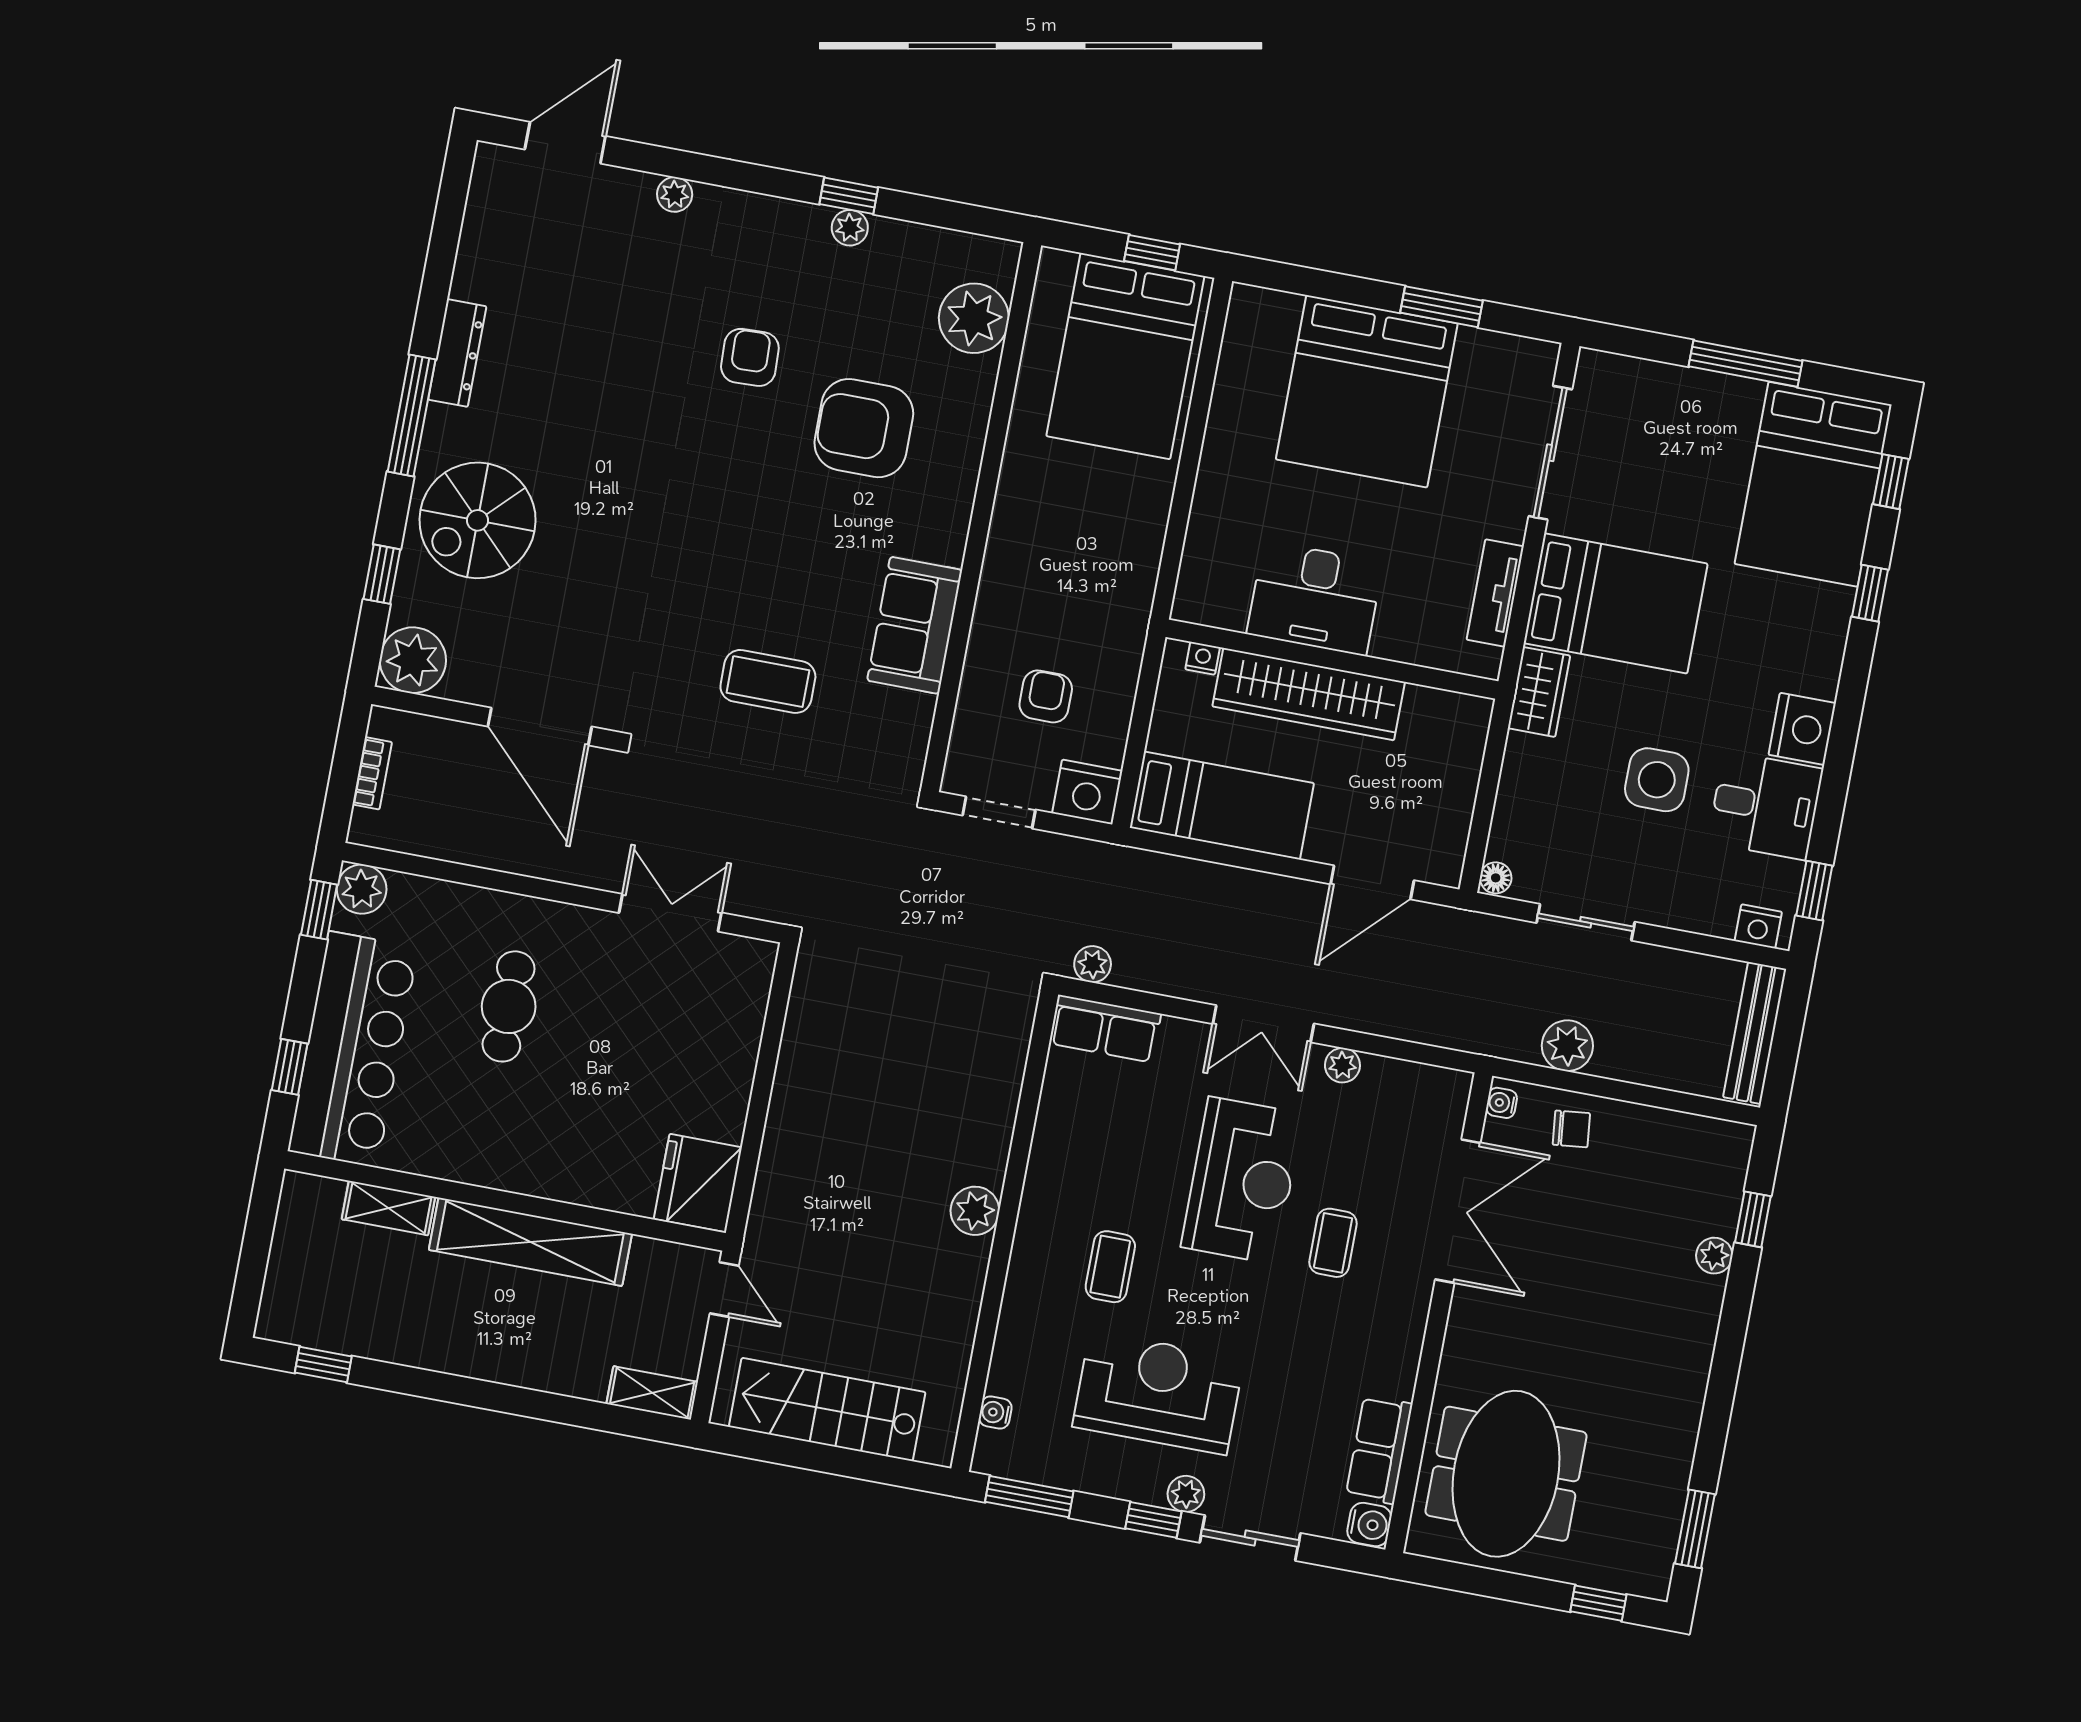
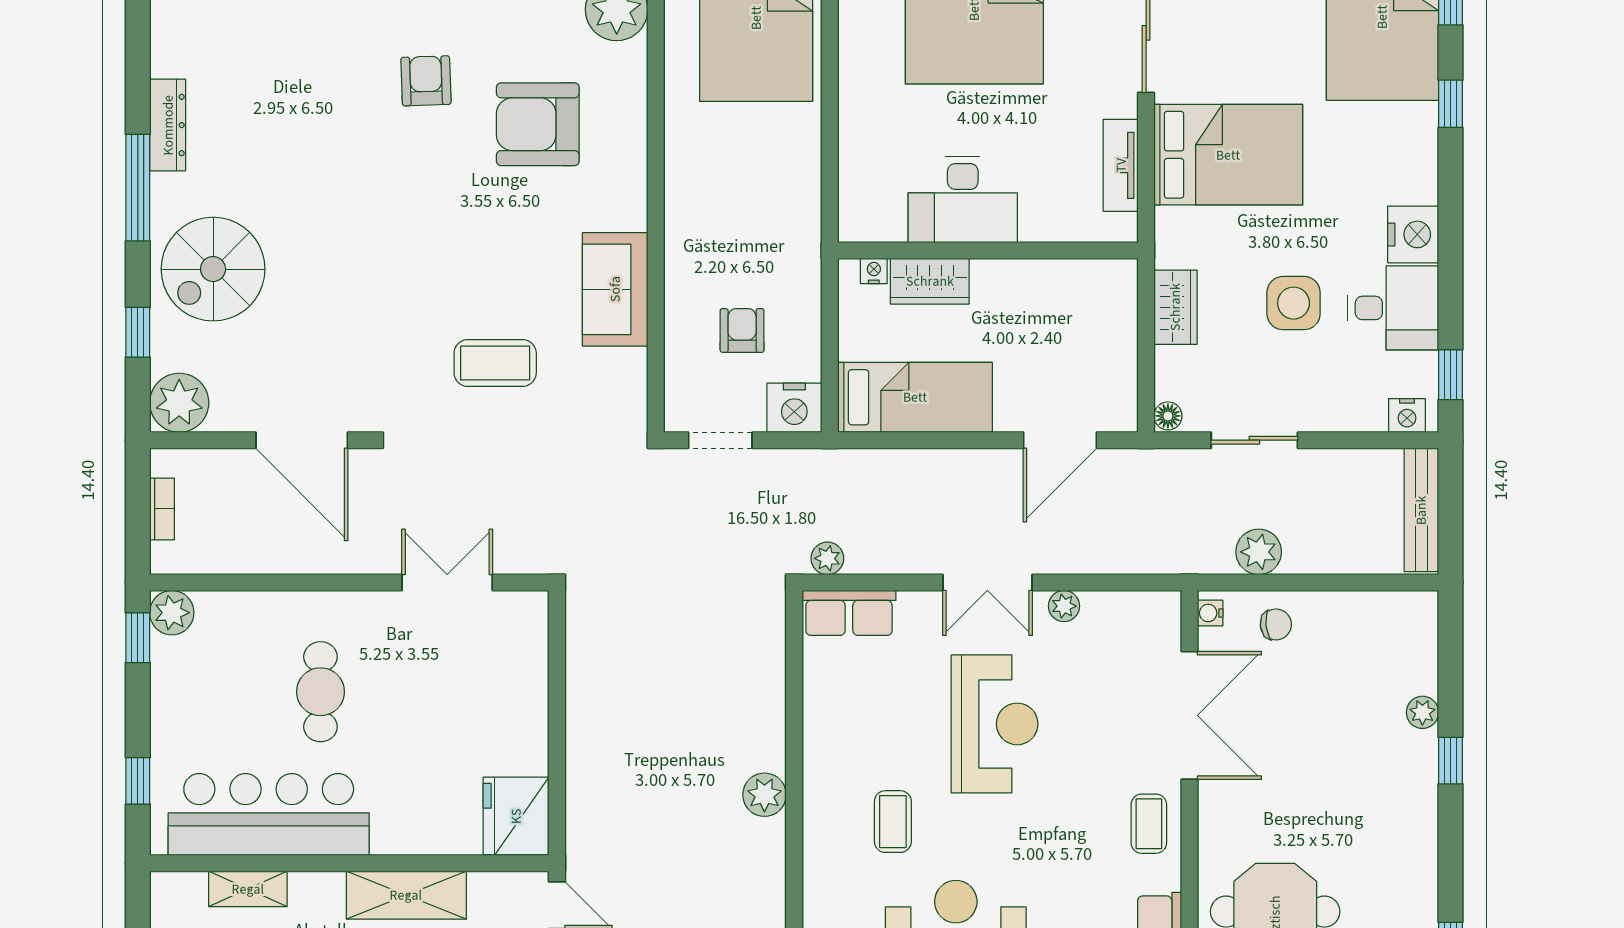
wardrobe: (1539, 692) -> (1175, 307), moved
wardrobe: (1309, 694) -> (930, 281), width x0.48, depth x0.85
bar counter: (353, 1049) -> (269, 814), moved, turned -90
window: (1753, 1219) -> (1450, 761), moved
shelving: (530, 1242) -> (406, 895), width x0.68
coffee table: (1333, 1243) -> (1149, 824), moved

